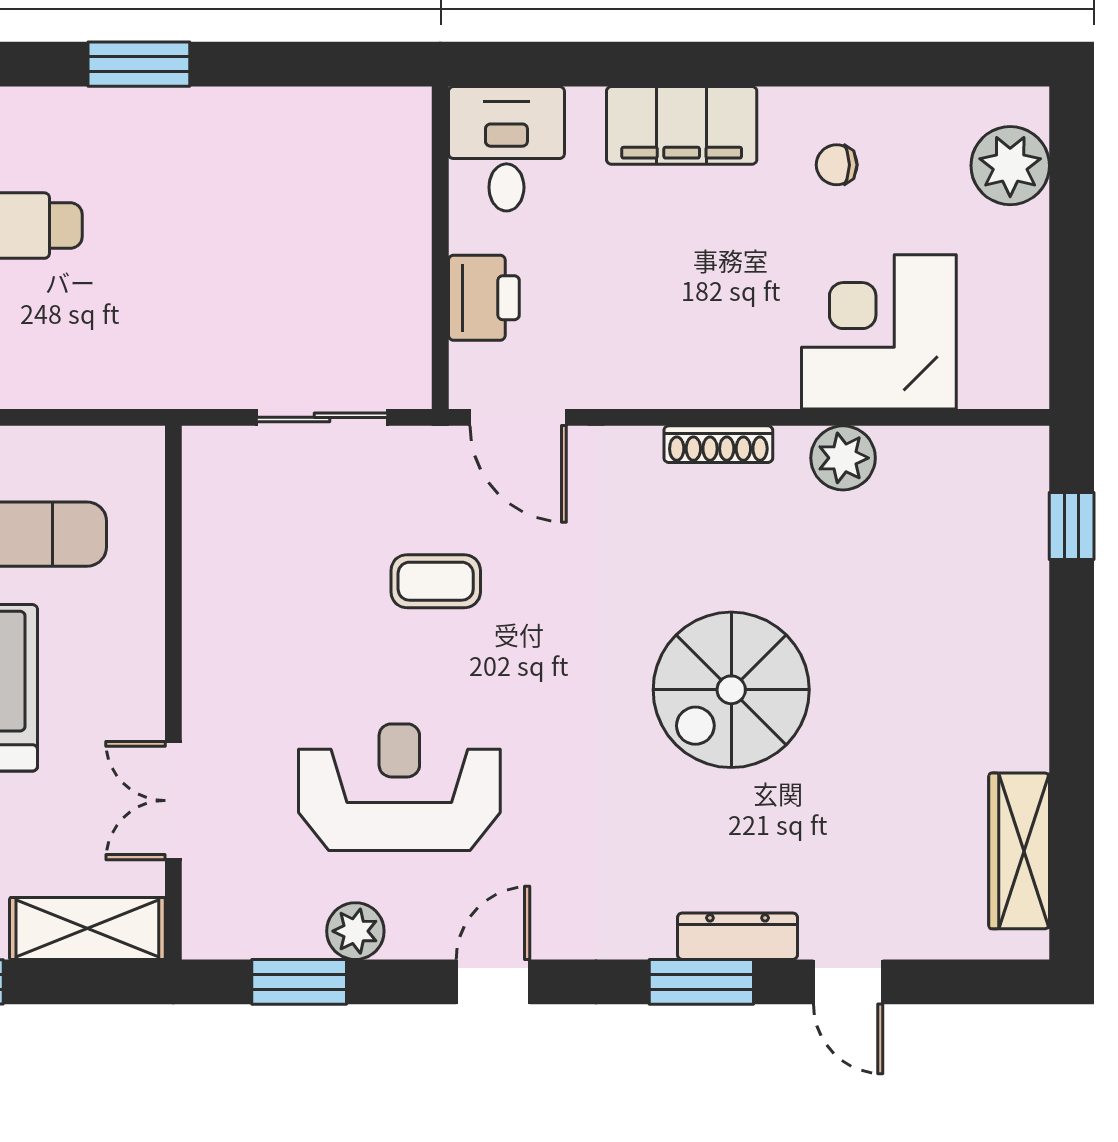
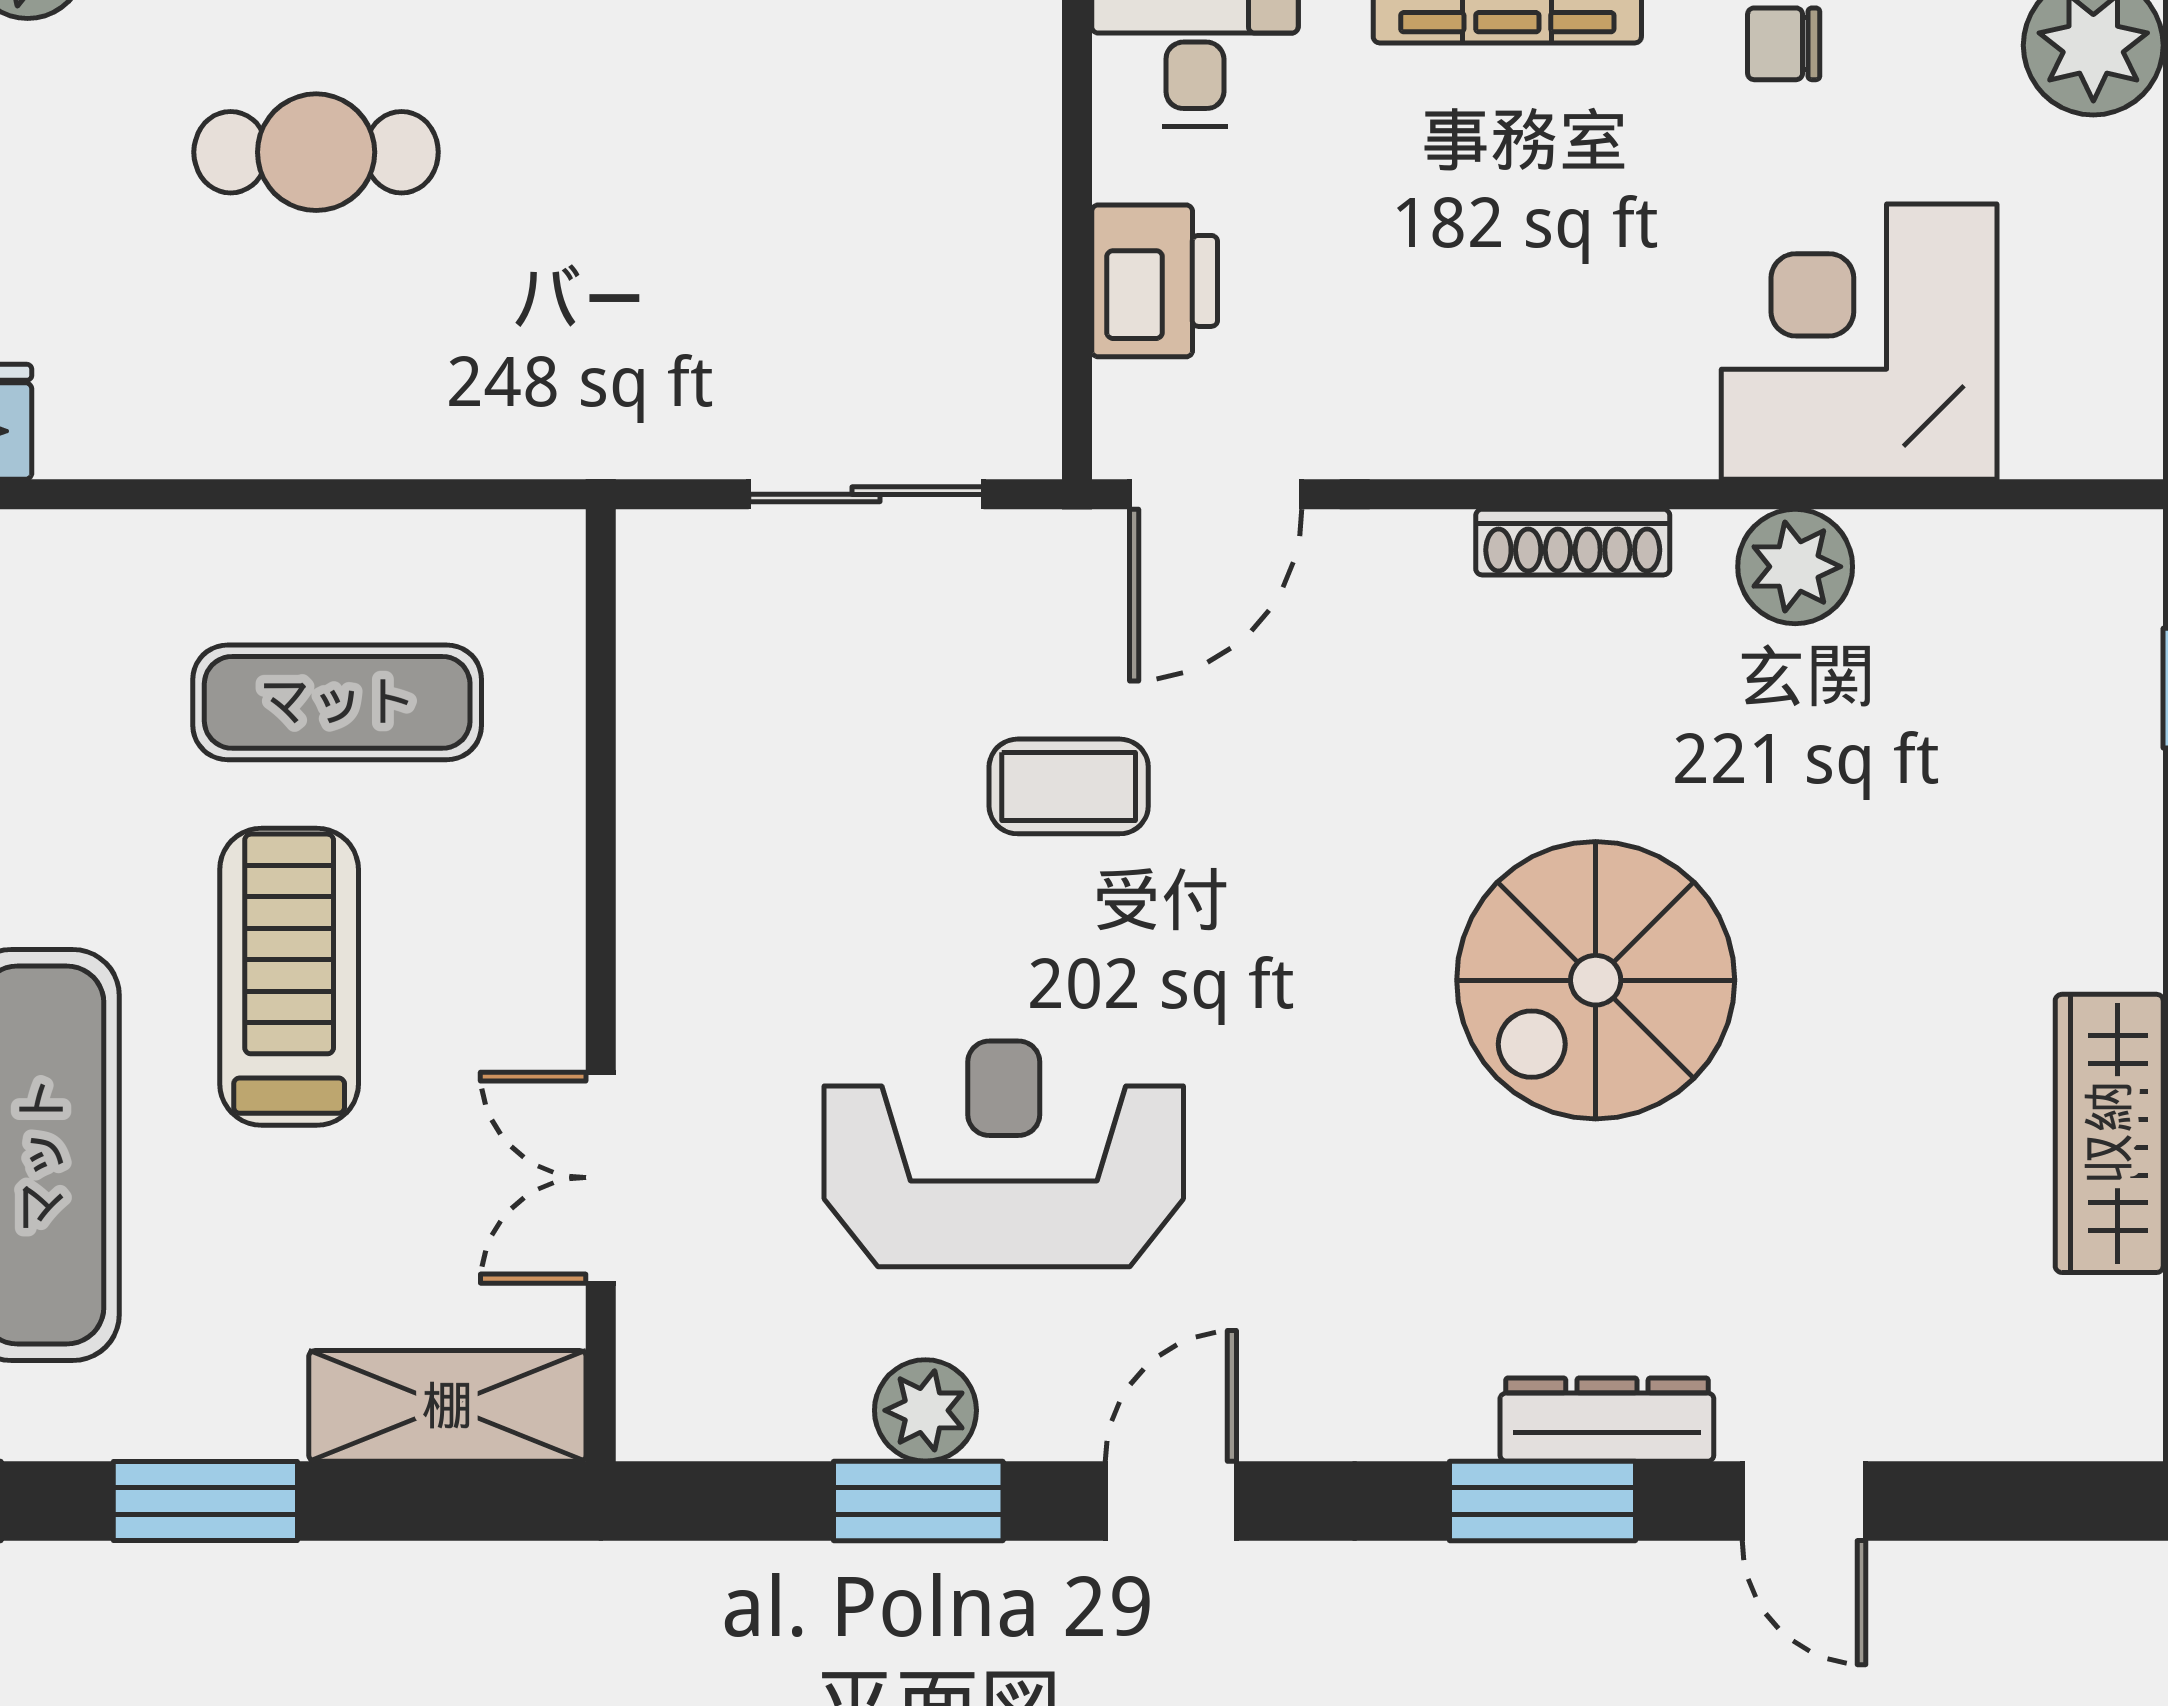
door: (518, 417) -> (1216, 494), hinge flipped
wardrobe: (1019, 851) -> (2109, 1133), moved
window: (299, 982) -> (918, 1501), moved

